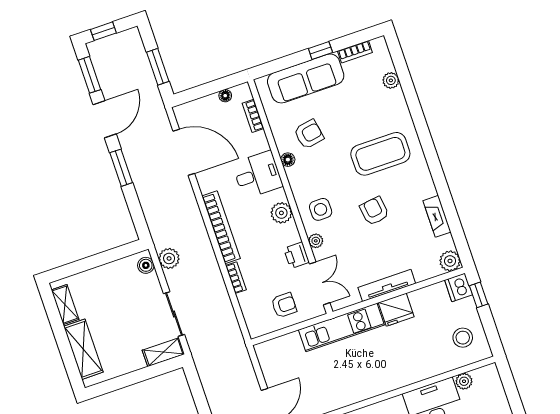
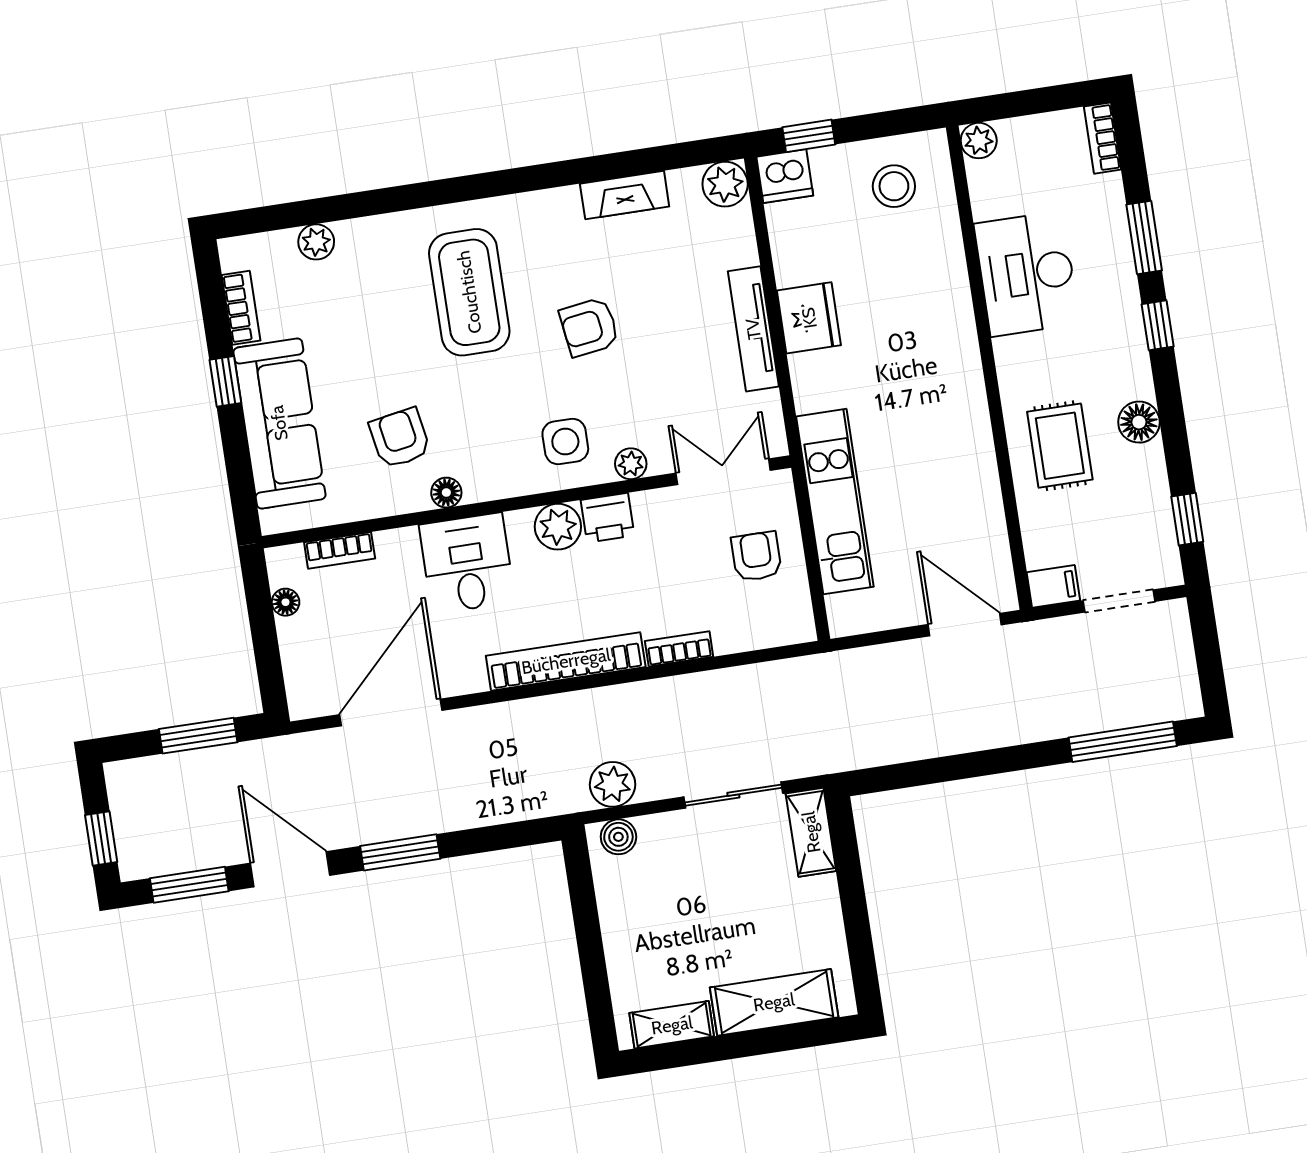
printer: (296, 255) -> (607, 518), moved
kitchen unit: (341, 327) -> (835, 502), moved
plant: (464, 381) -> (979, 141), moved

